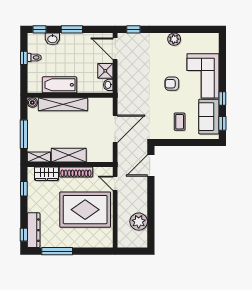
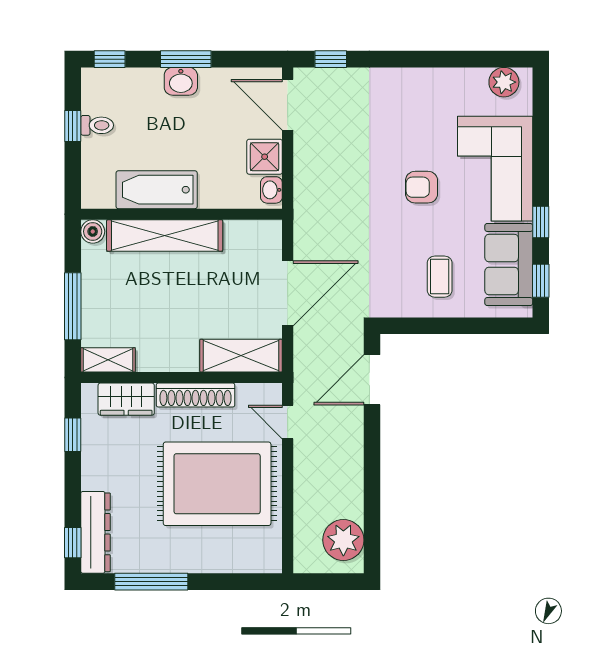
washbasin: (52, 39) -> (181, 81), moved
plant: (174, 39) -> (504, 82), moved
shelving: (69, 155) -> (241, 356), moved
plant: (139, 222) -> (343, 540), moved

